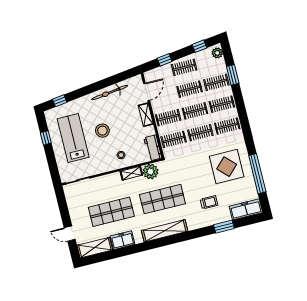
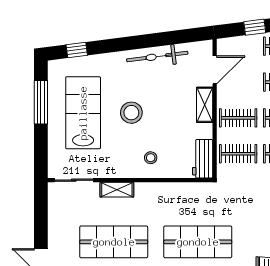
window: (46, 138) -> (41, 102), width x2.17
plant: (151, 172) -> (190, 195), removed
shelving: (131, 173) -> (117, 190), moved

